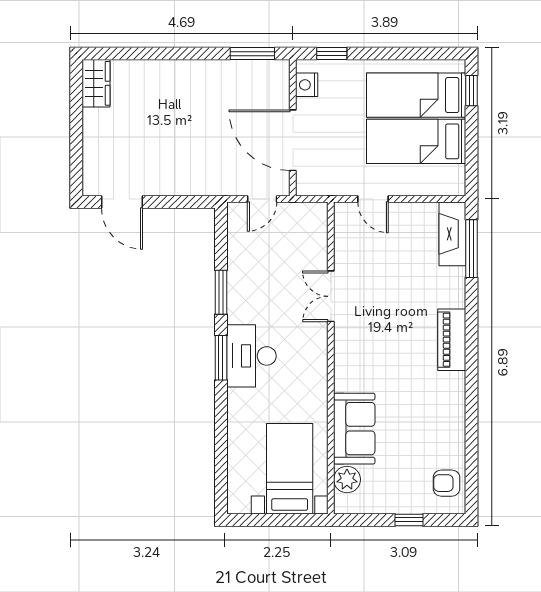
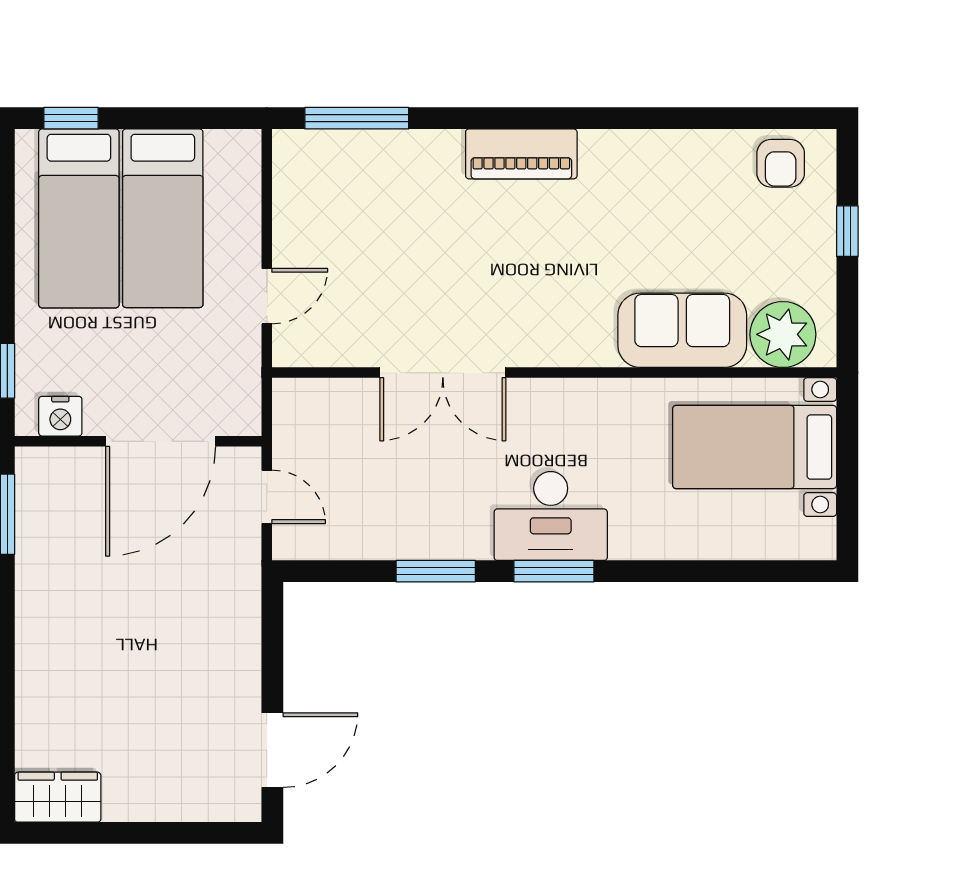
fireplace: (452, 234) -> (330, 153), removed
double door: (331, 296) -> (443, 373), width x1.37
plant: (347, 479) -> (783, 334), width x1.36, depth x1.36

